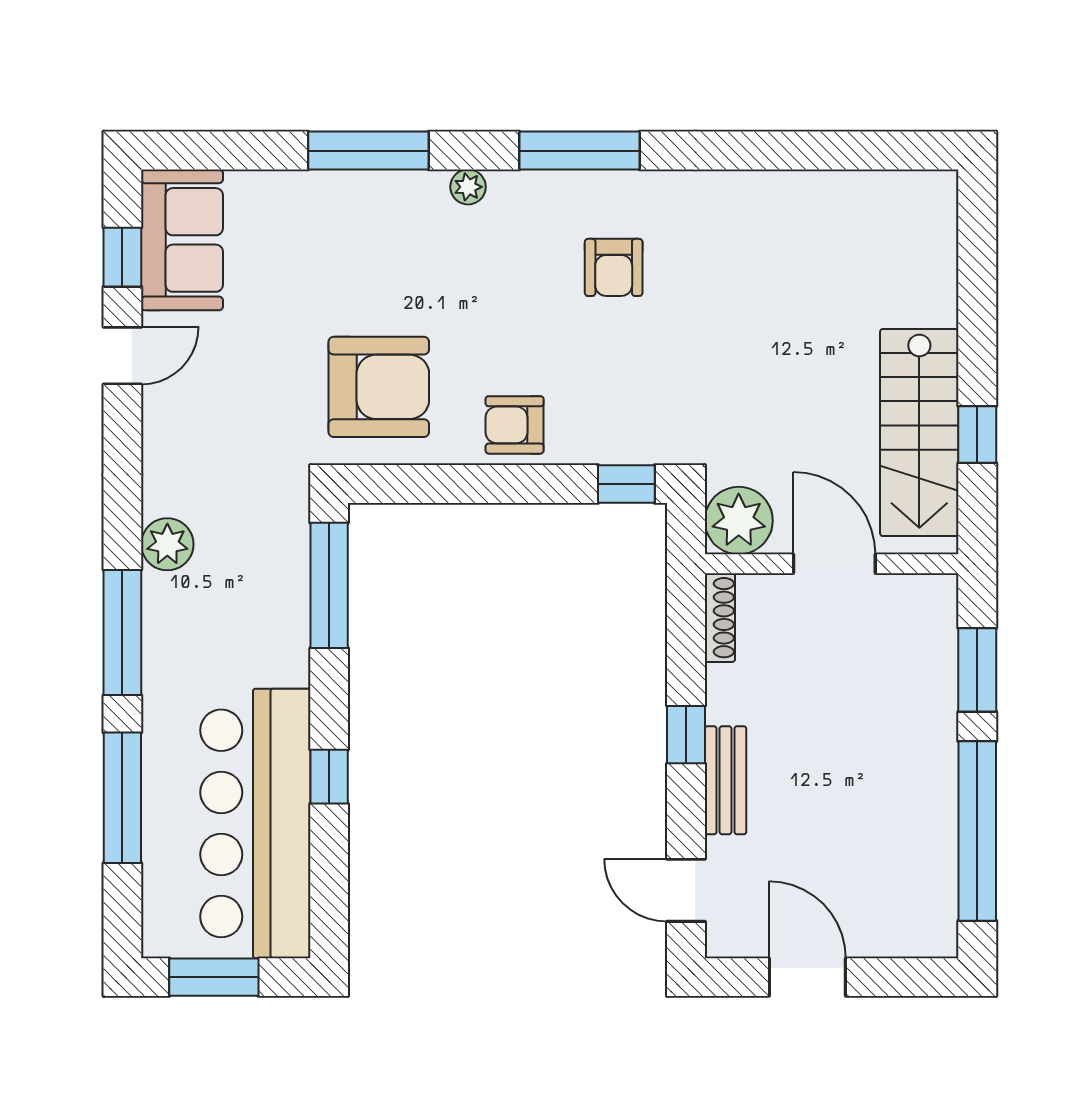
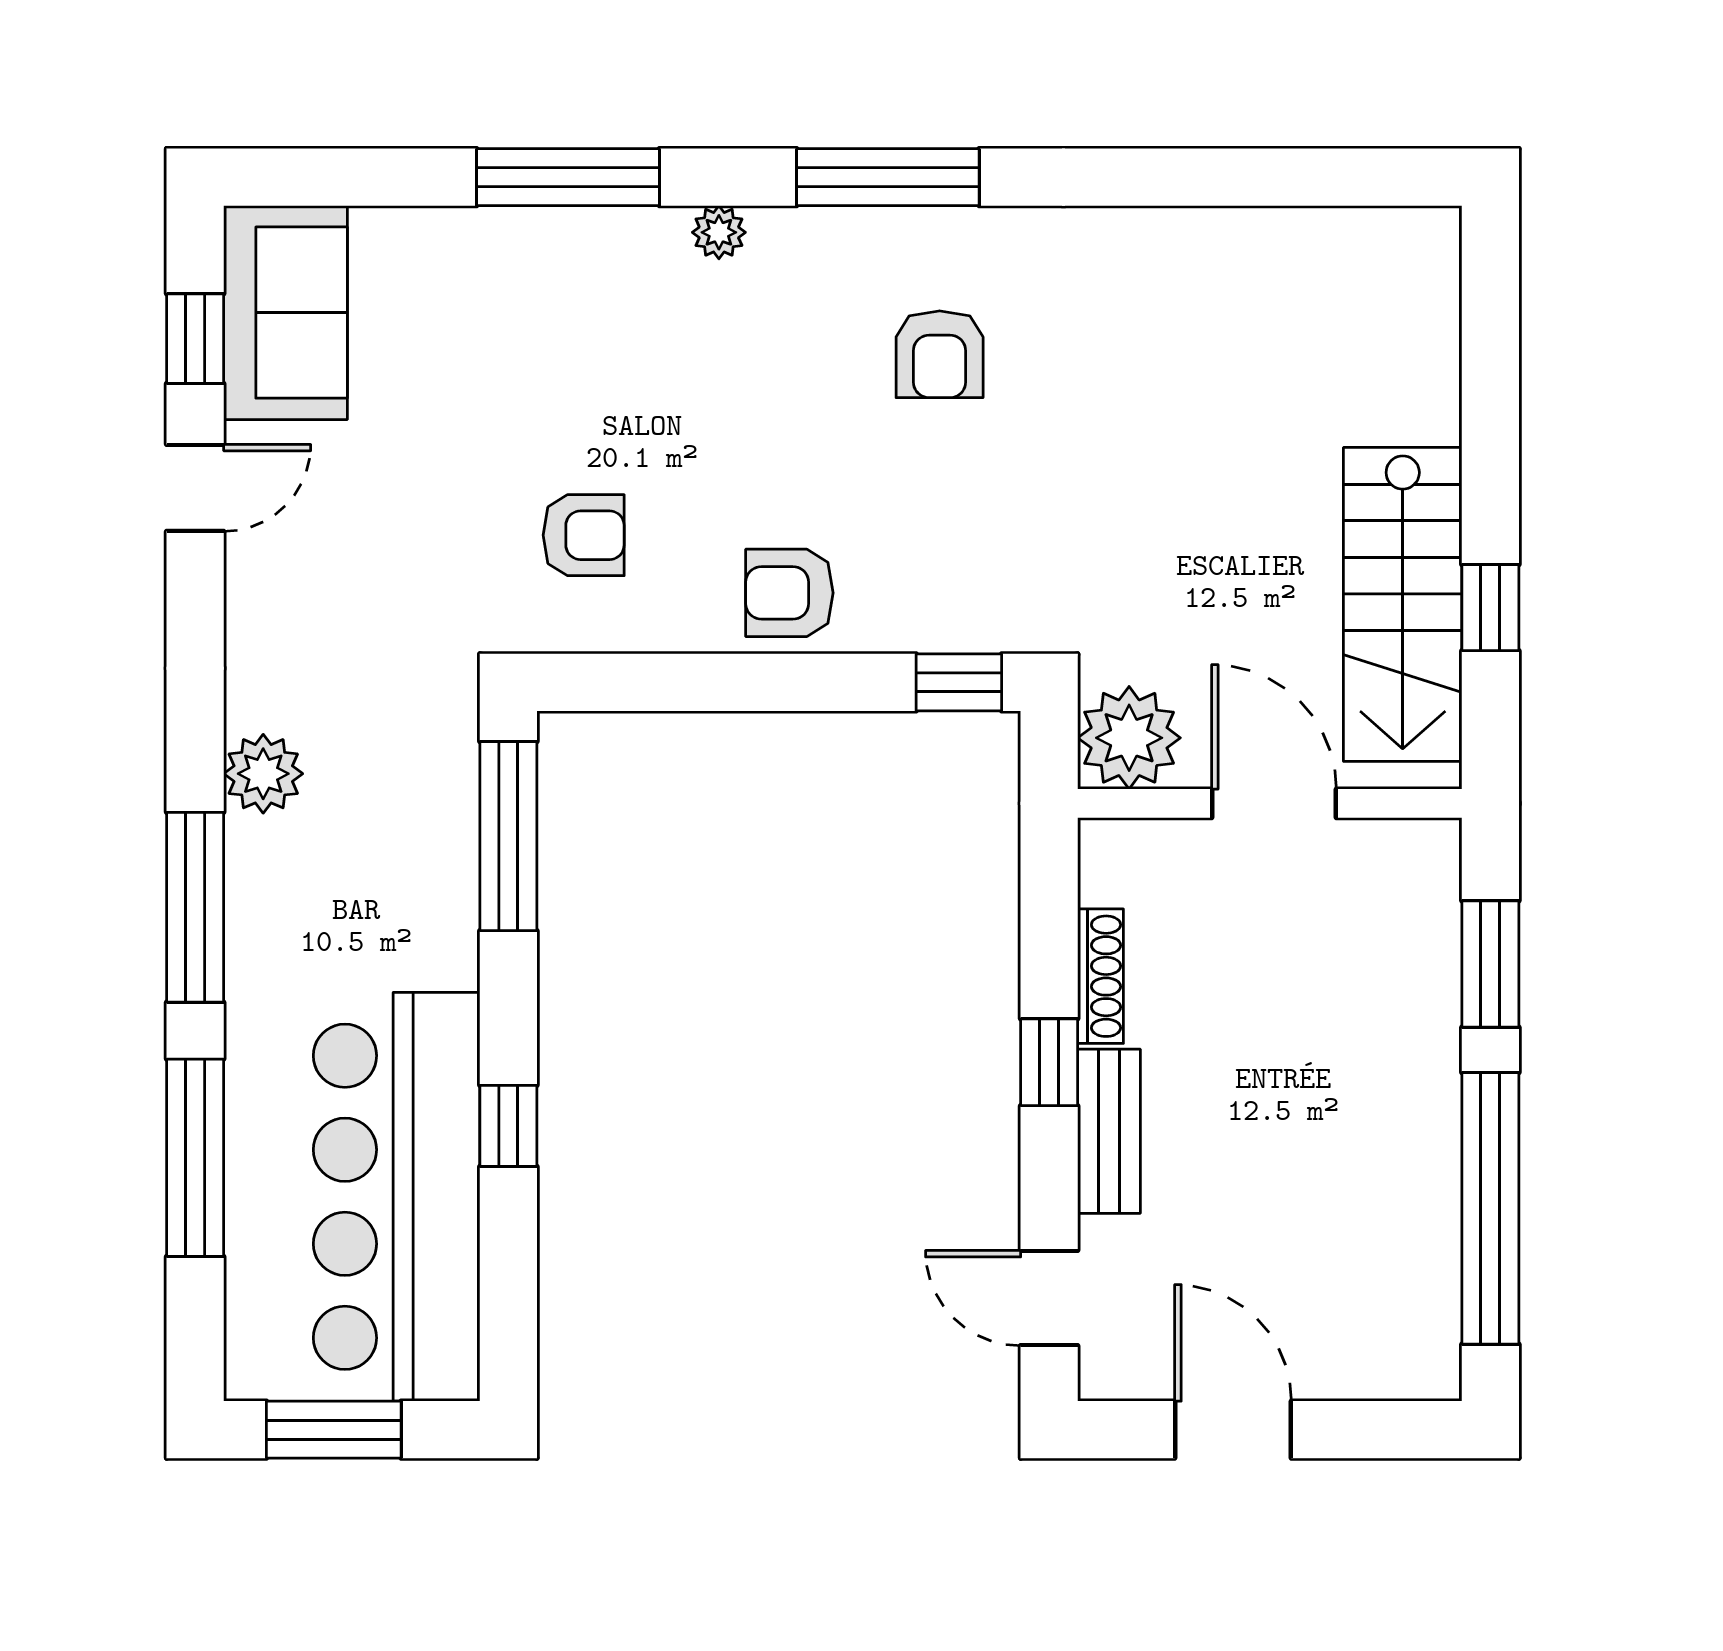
armchair: (379, 387) -> (584, 535), width x0.53, depth x0.53
shoe rack: (720, 618) -> (1101, 976), moved

